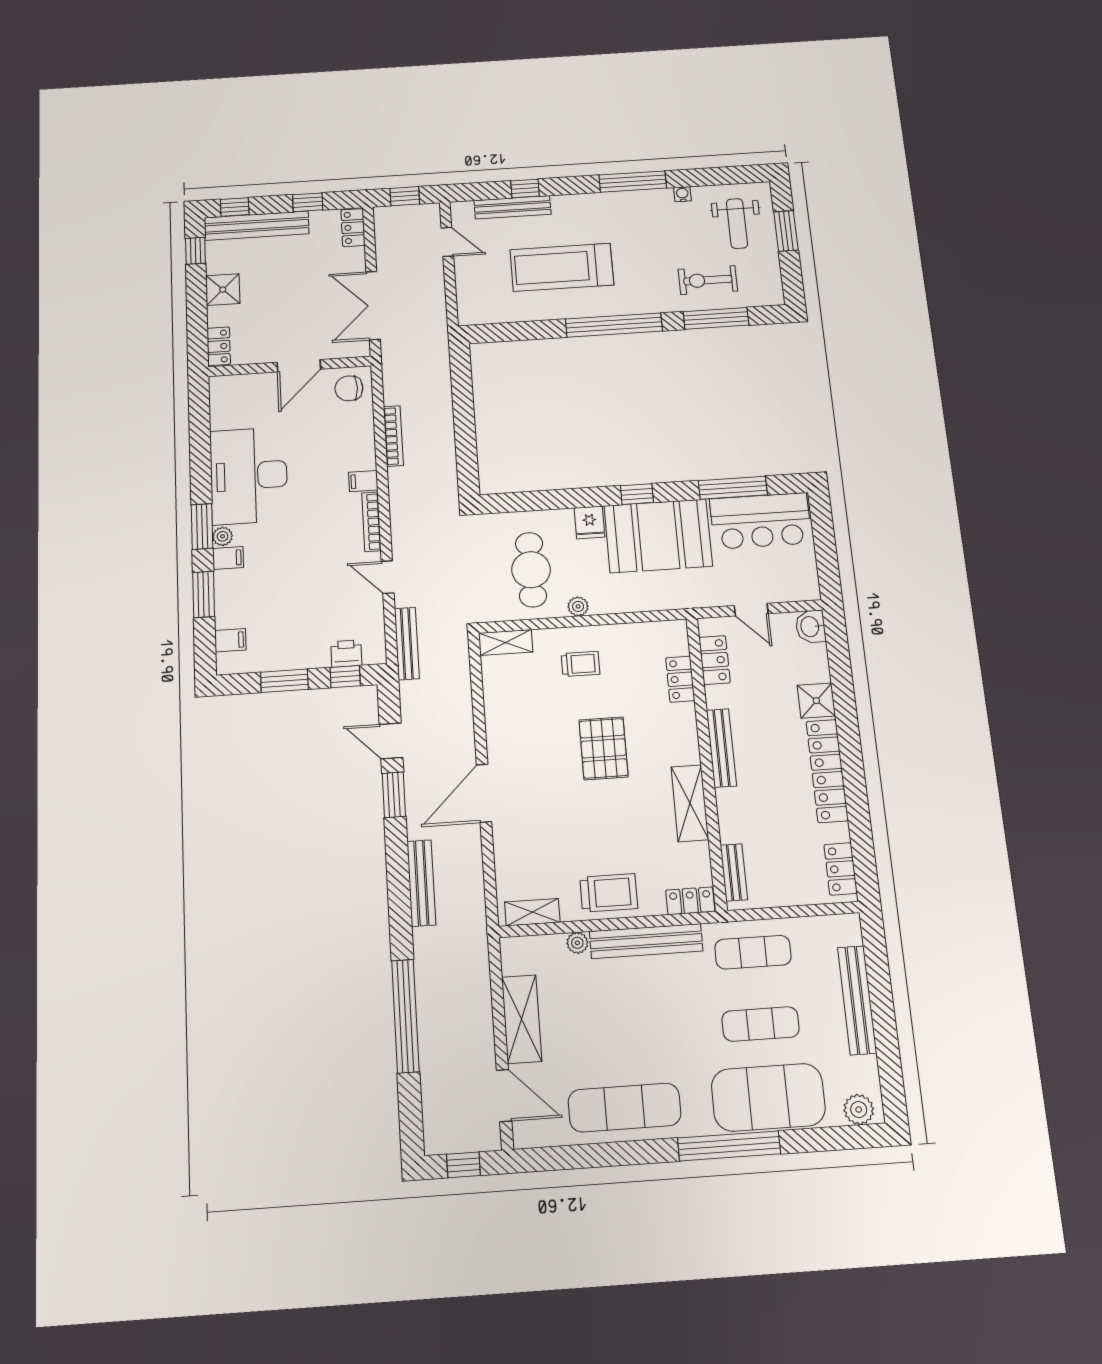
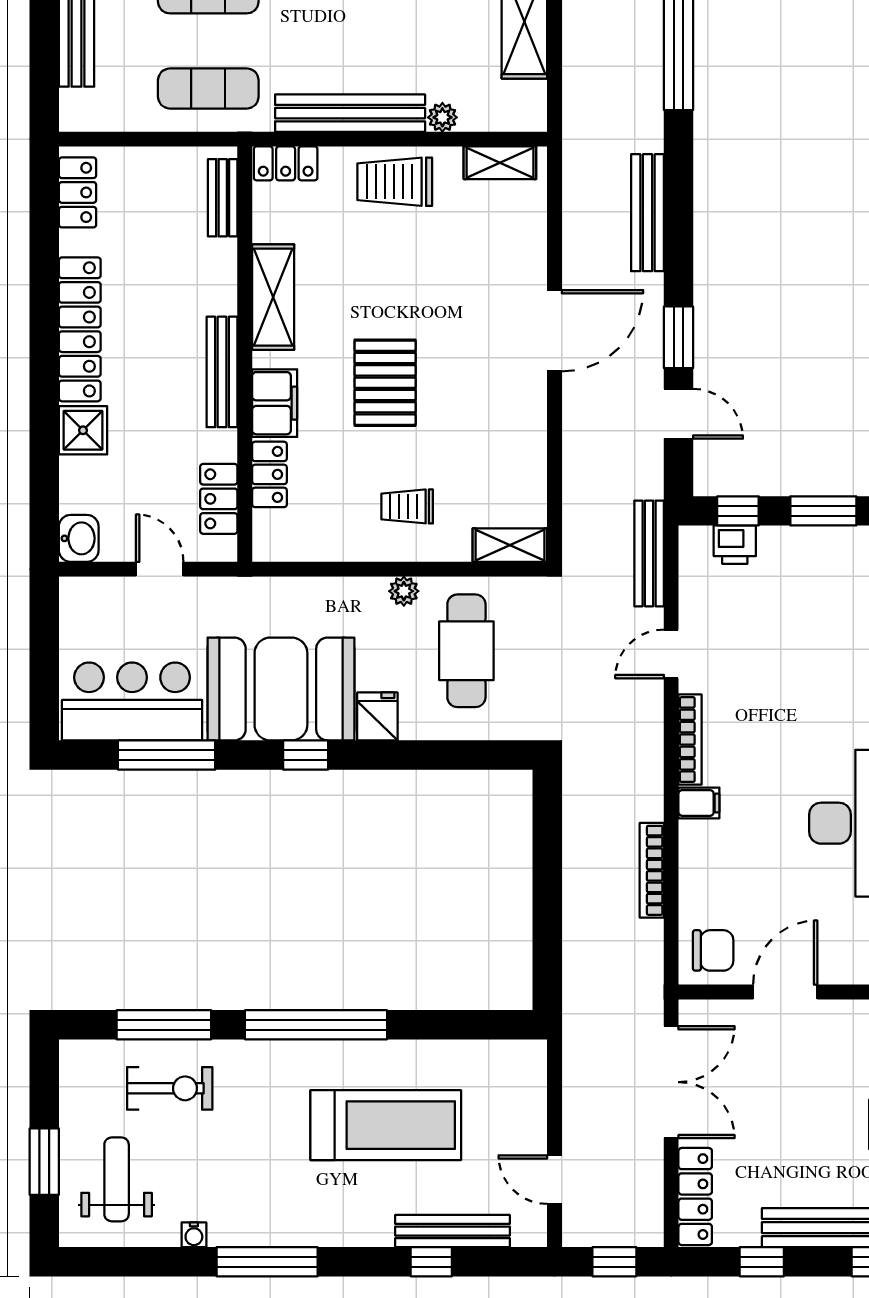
locker: (353, 228) -> (695, 1197), width x1.53
door: (388, 577) -> (671, 654), swing flipped
filing cabinet: (681, 729) -> (275, 403), added

